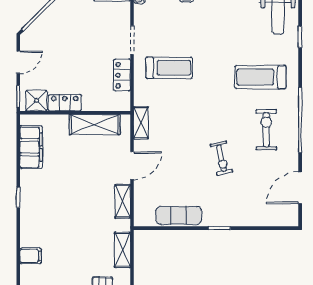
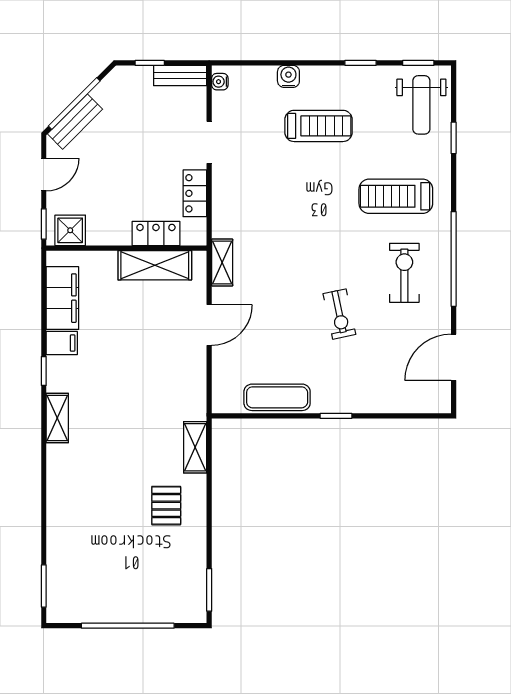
bench: (40, 26) -> (75, 122), added
treadmill: (169, 68) -> (318, 126), moved
locker: (65, 103) -> (156, 233), moved
shelving: (123, 201) -> (57, 418), moved
filing cabinet: (31, 256) -> (62, 343), moved

